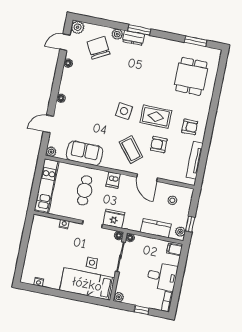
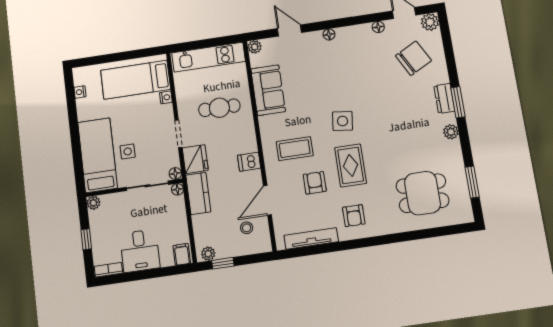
plant: (117, 34) -> (451, 132), moved
coffee table: (131, 150) -> (295, 149), turned 39
door: (147, 178) -> (267, 200), moved
dishwasher: (113, 180) -> (249, 162), moved
kitchen counter: (156, 228) -> (198, 193), moved
bed: (44, 241) -> (136, 80), added

